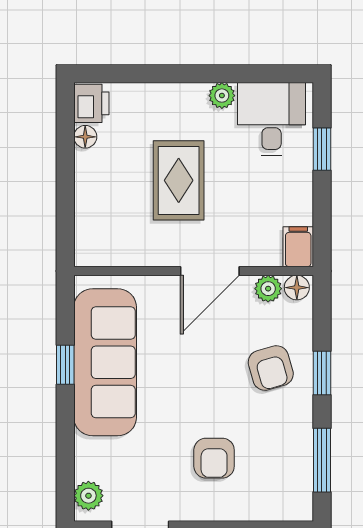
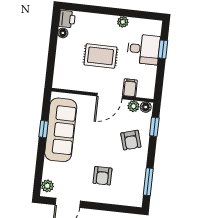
desk: (272, 119) -> (144, 49), moved, turned 90
rug: (179, 180) -> (100, 56), turned 90
filing cabinet: (298, 247) -> (130, 88), moved
window: (322, 373) -> (154, 127), moved

